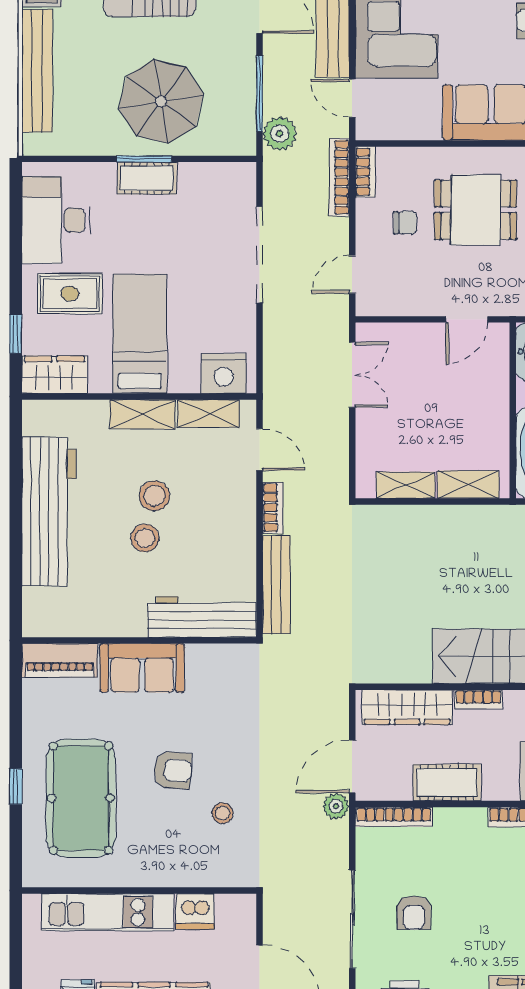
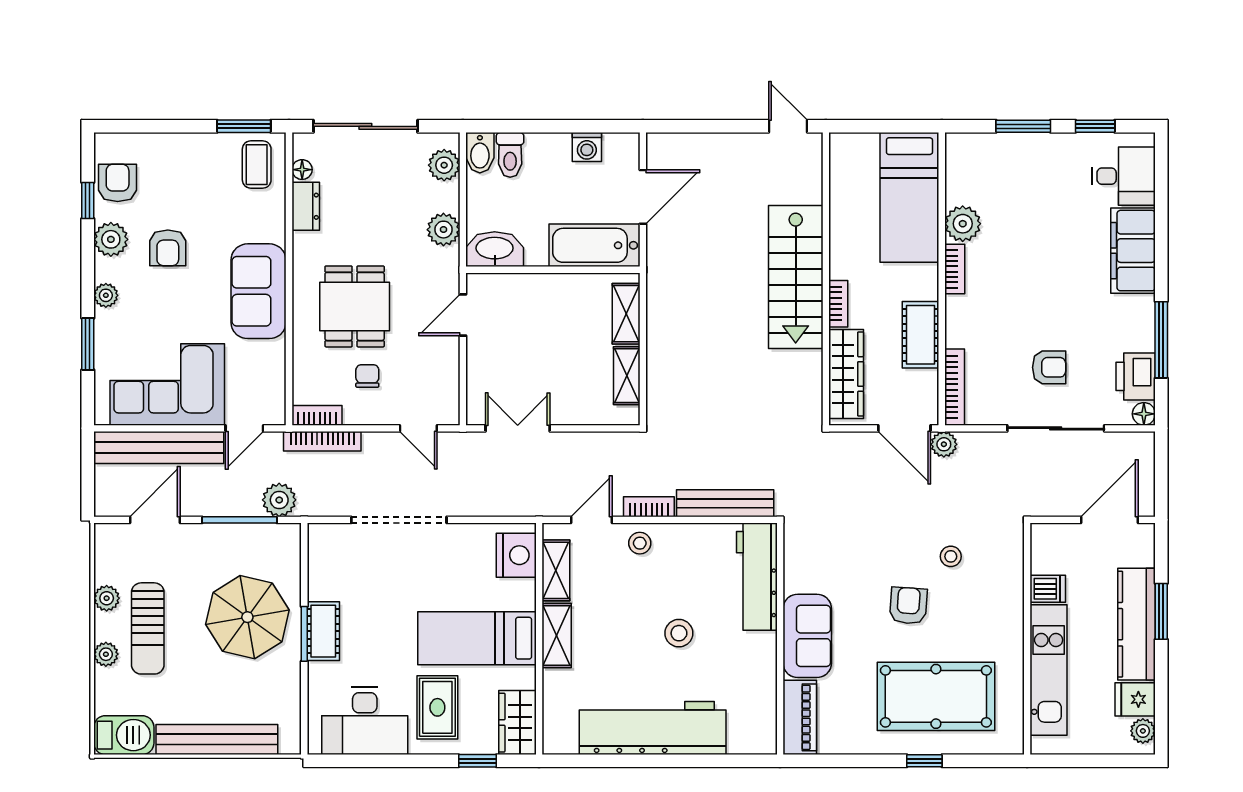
door: (467, 319) -> (463, 315), swing flipped
stool: (154, 496) -> (640, 543), moved, width x0.73, depth x0.73
dishwasher: (195, 911) -> (1048, 589), width x0.73

